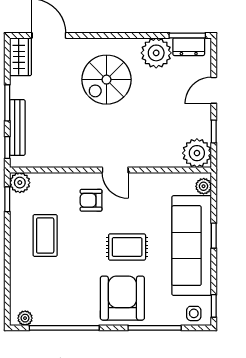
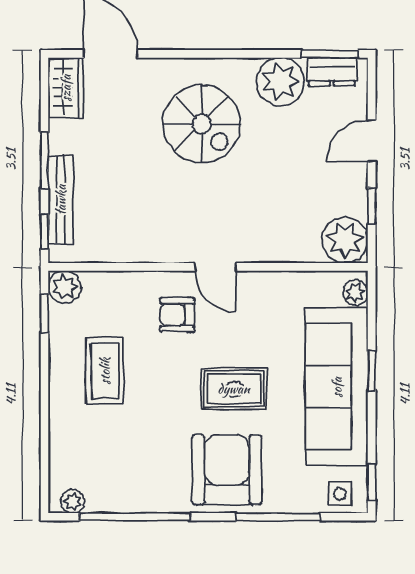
spiral stairs: (106, 80) -> (202, 124), turned -90

